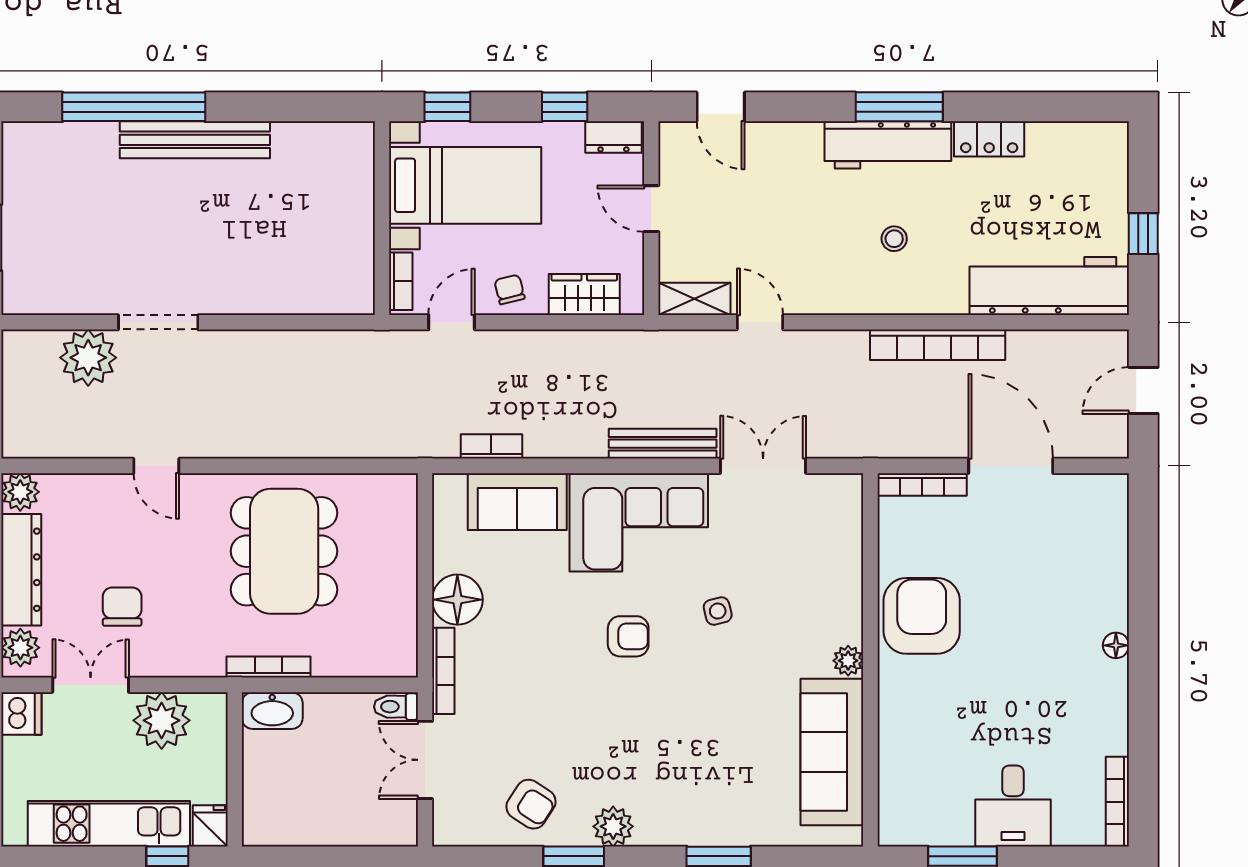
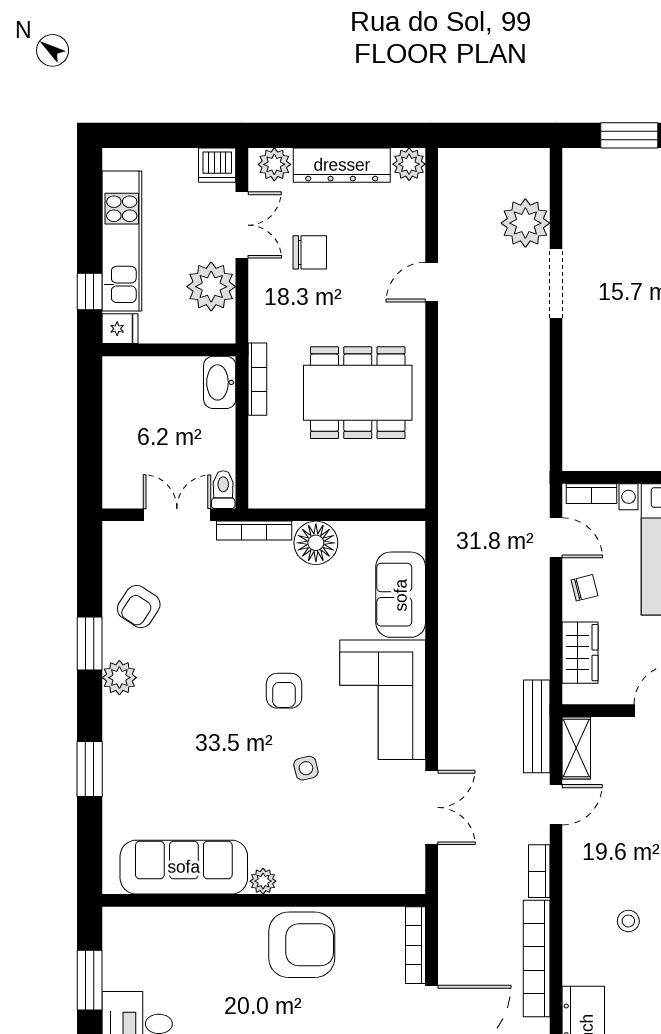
bench: (663, 444) -> (537, 726), moved
bookcase: (491, 446) -> (539, 871), moved, turned 180

